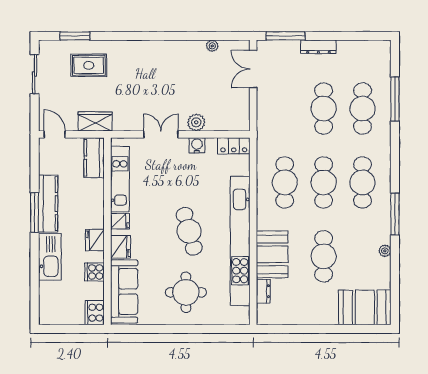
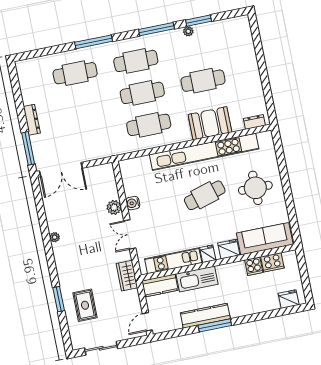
window: (75, 36) -> (59, 299), moved
plant: (212, 46) -> (55, 237), moved
double door: (253, 69) -> (61, 170), width x1.37
window: (395, 99) -> (94, 42), moved
cafe table: (324, 109) -> (82, 105), removed
wardrobe: (95, 121) -> (127, 276), moved
locker: (234, 146) -> (127, 173), removed
fridge: (95, 240) -> (289, 299), moved, turned 180
kitchen sink: (50, 257) -> (197, 279), moved, turned 180
window: (395, 265) -> (199, 21), added
dresser: (263, 291) -> (254, 122), moved
booth: (365, 307) -> (238, 38), removed
cooker: (95, 313) -> (272, 262), moved

